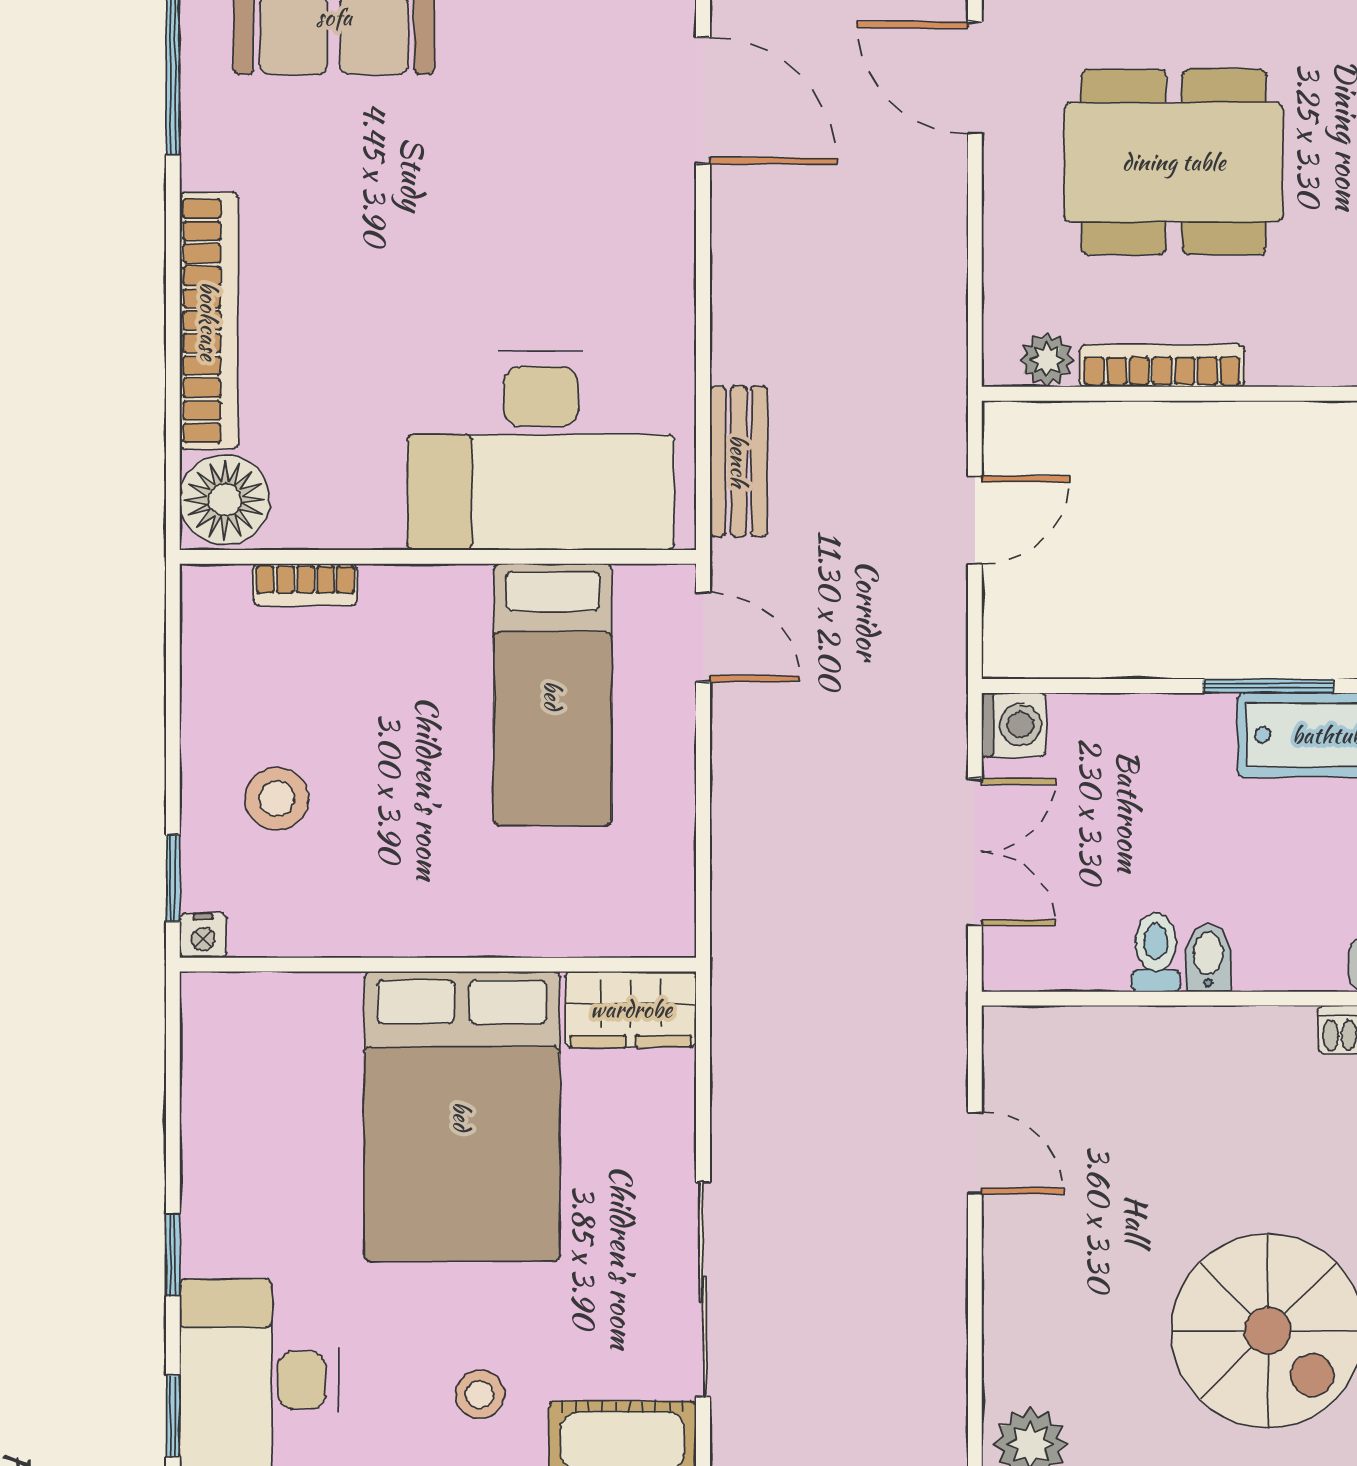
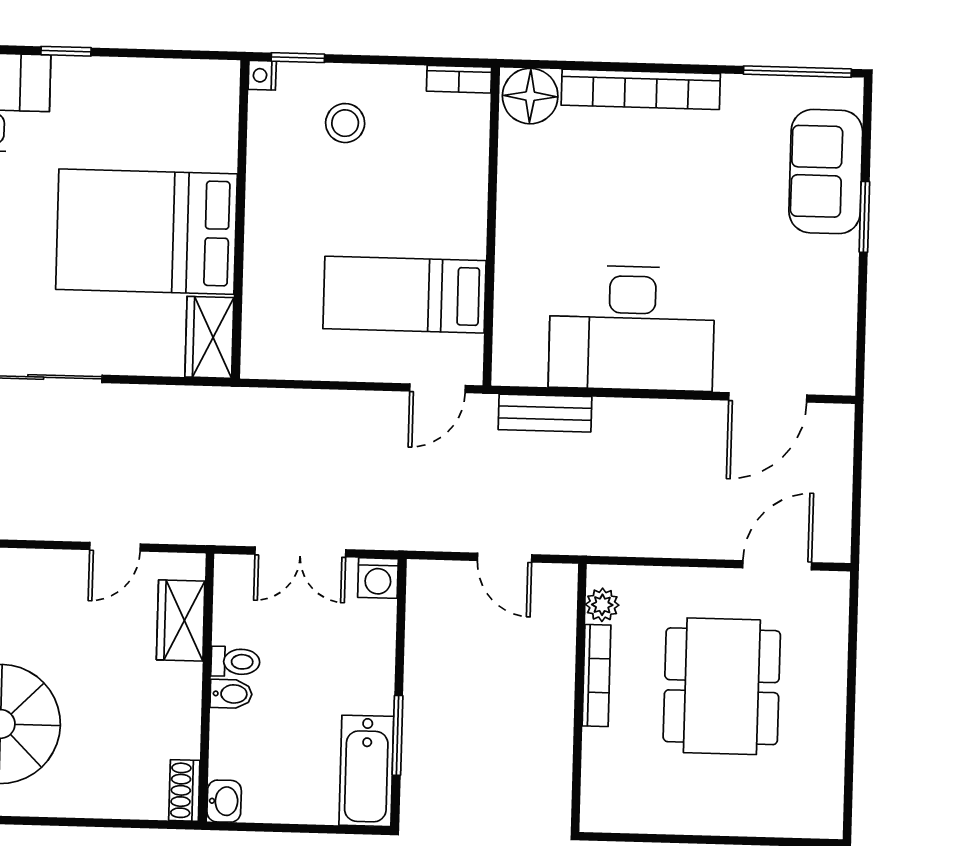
desk: (541, 450) -> (632, 328), moved, turned -90
bookcase: (305, 585) -> (459, 79), moved, turned -90
wardrobe: (1092, 1043) -> (181, 620), added

